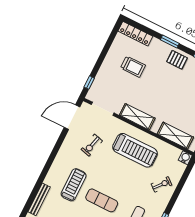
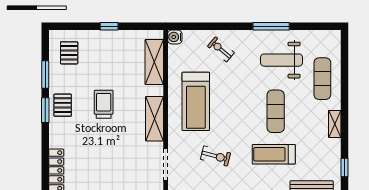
window: (170, 42) -> (45, 110), moved
trolley: (133, 67) -> (104, 104), moved
treadmill: (135, 150) -> (196, 101), turned 180

